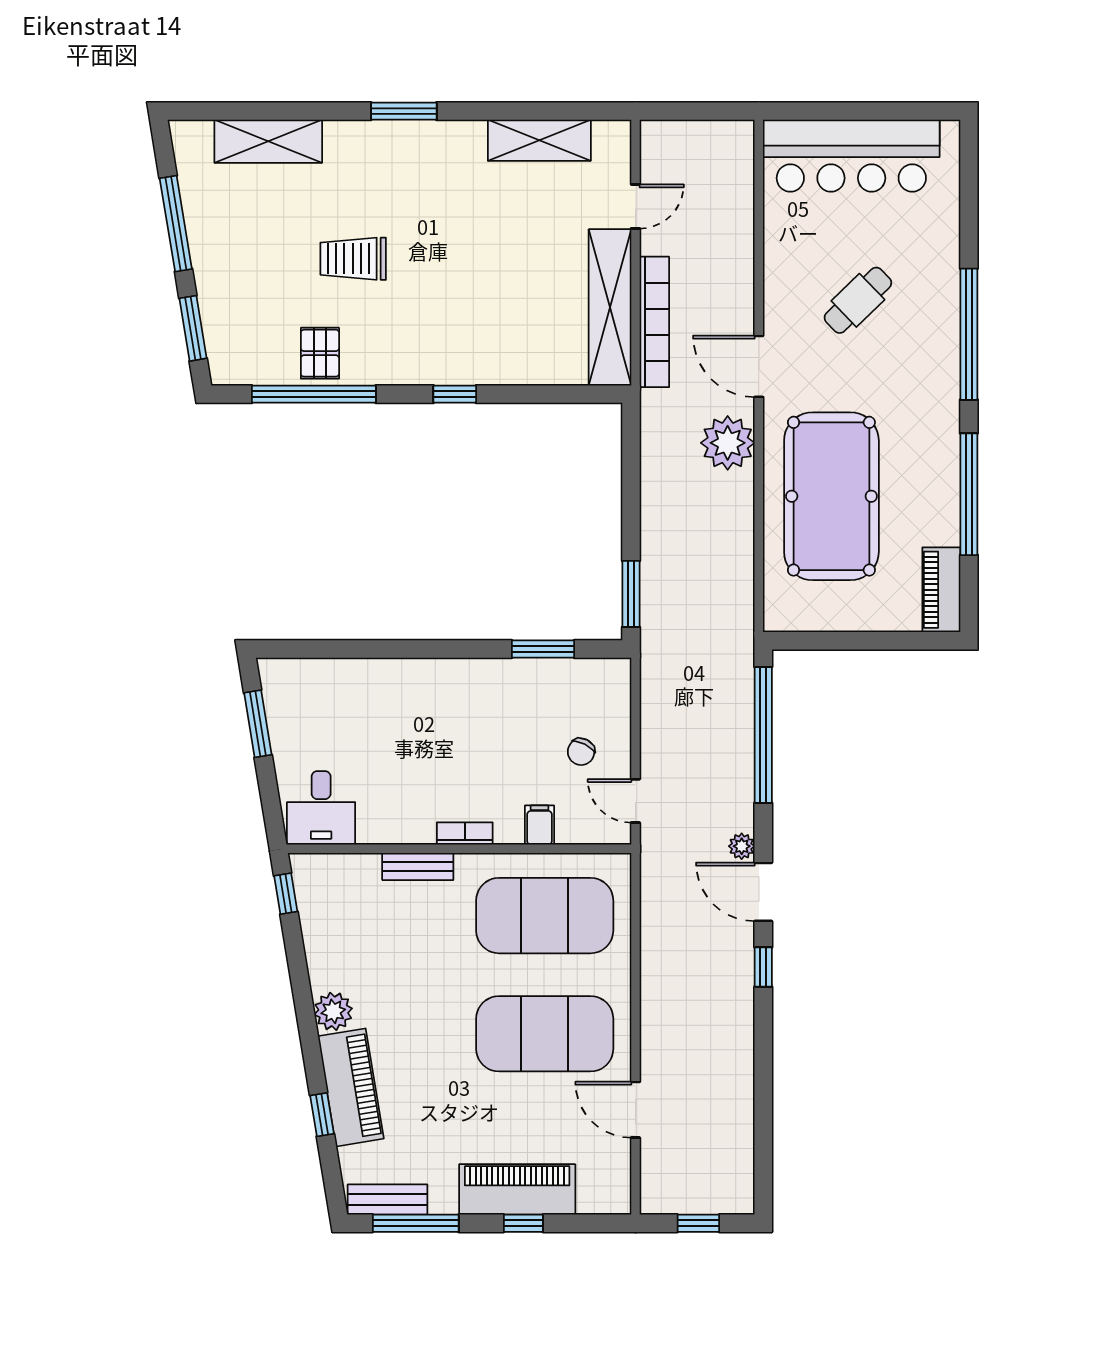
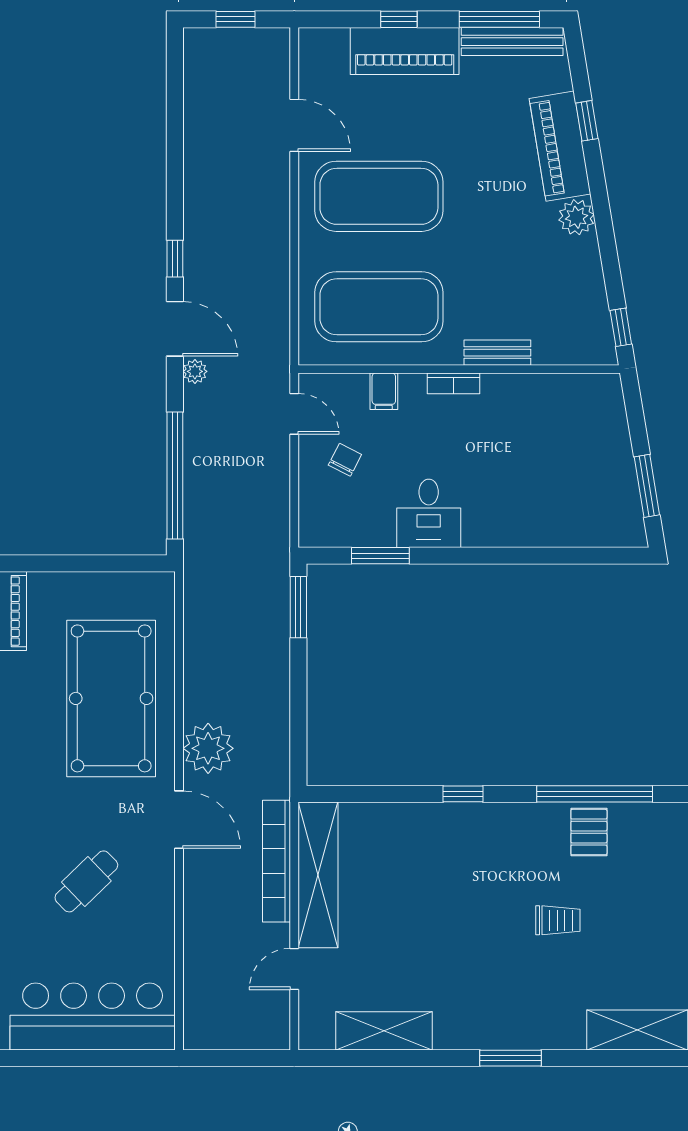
trolley: (353, 259) -> (558, 920), width x0.73, depth x0.72
desk: (321, 808) -> (429, 513), moved, turned 180
bench: (388, 1199) -> (512, 42), width x1.36

